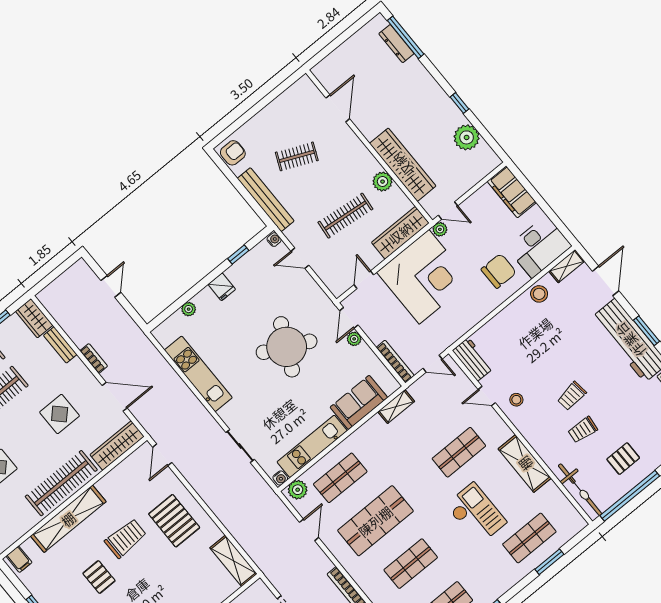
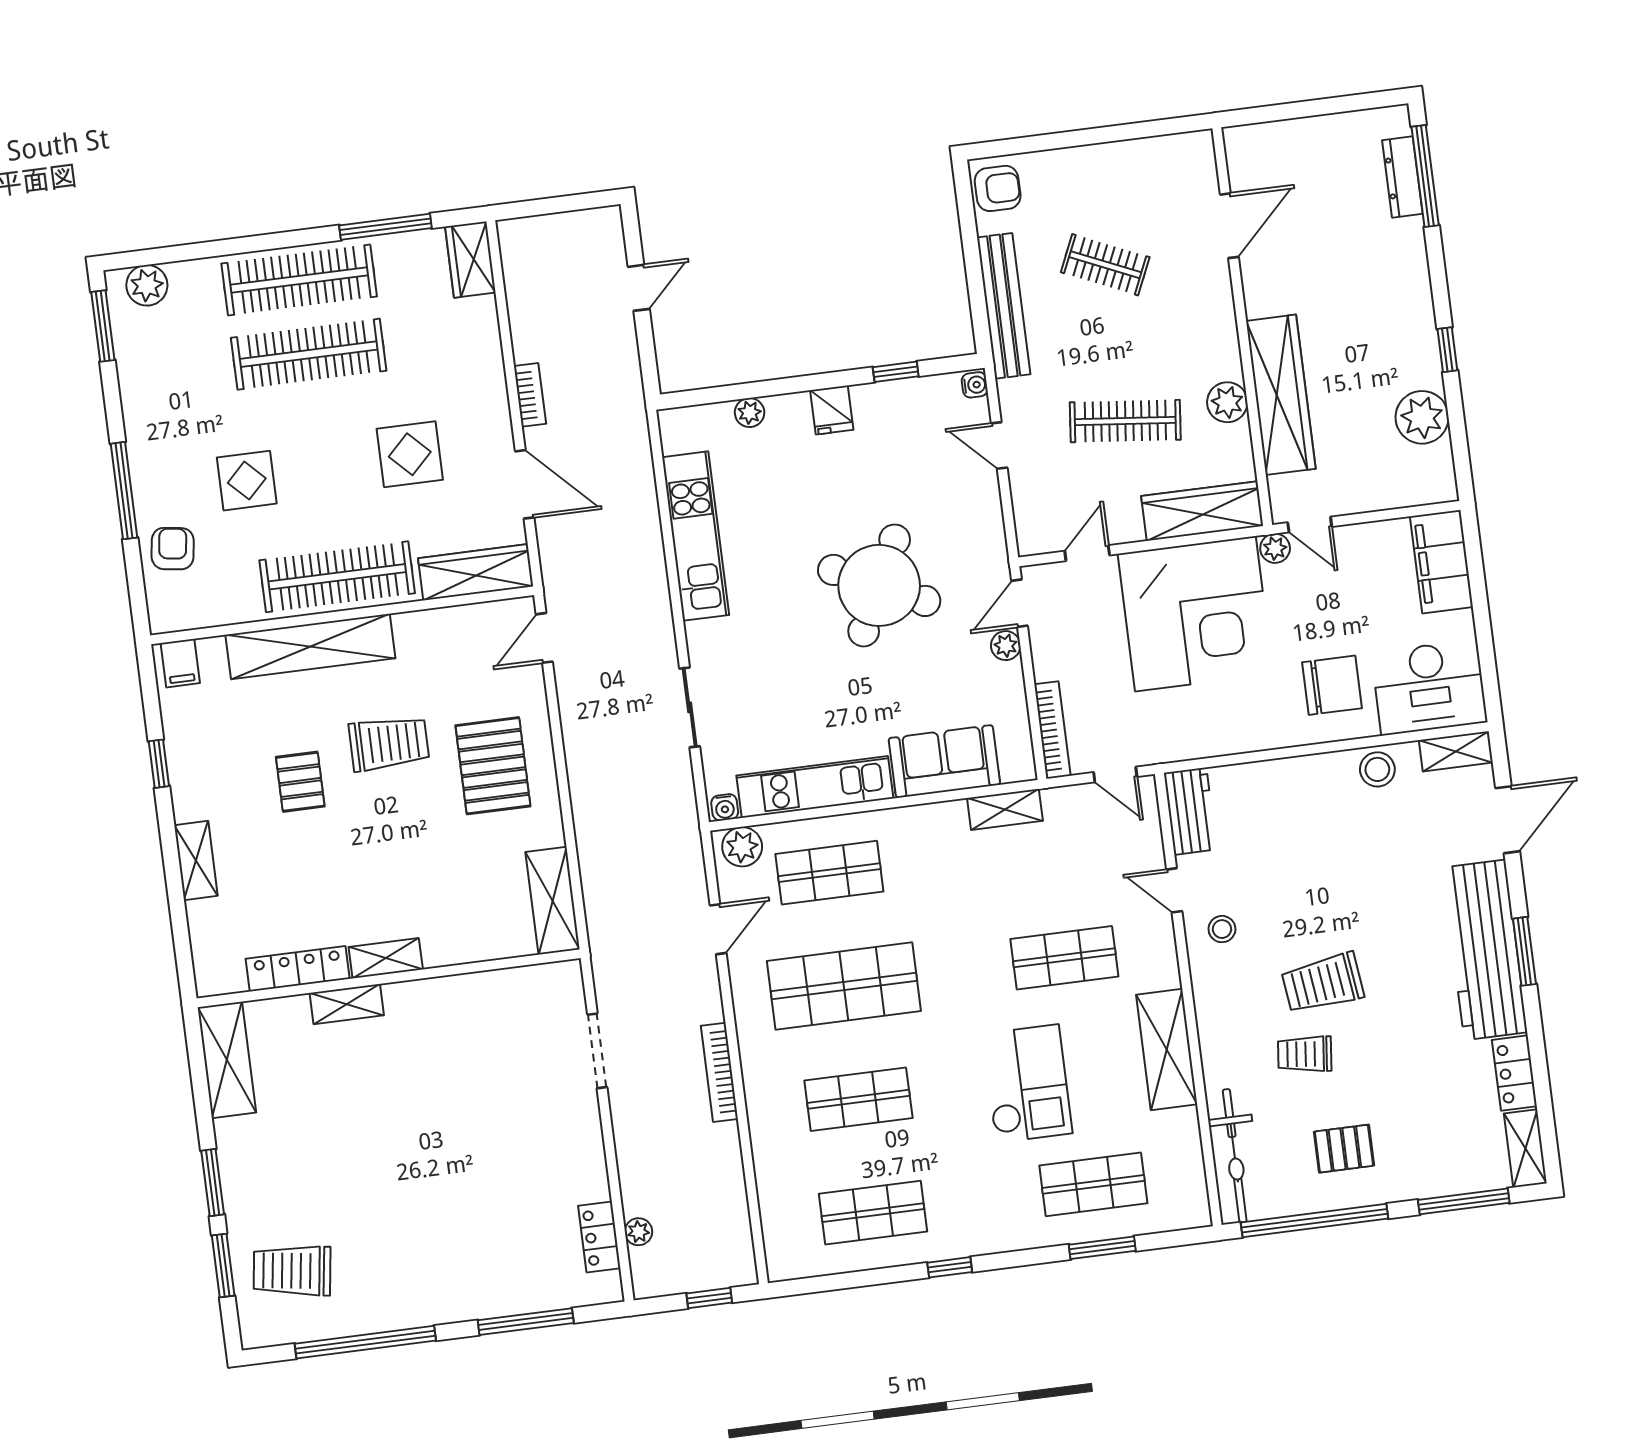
bench: (60, 345) -> (486, 335), removed
trolley: (572, 396) -> (1323, 983), width x1.36, depth x1.39

